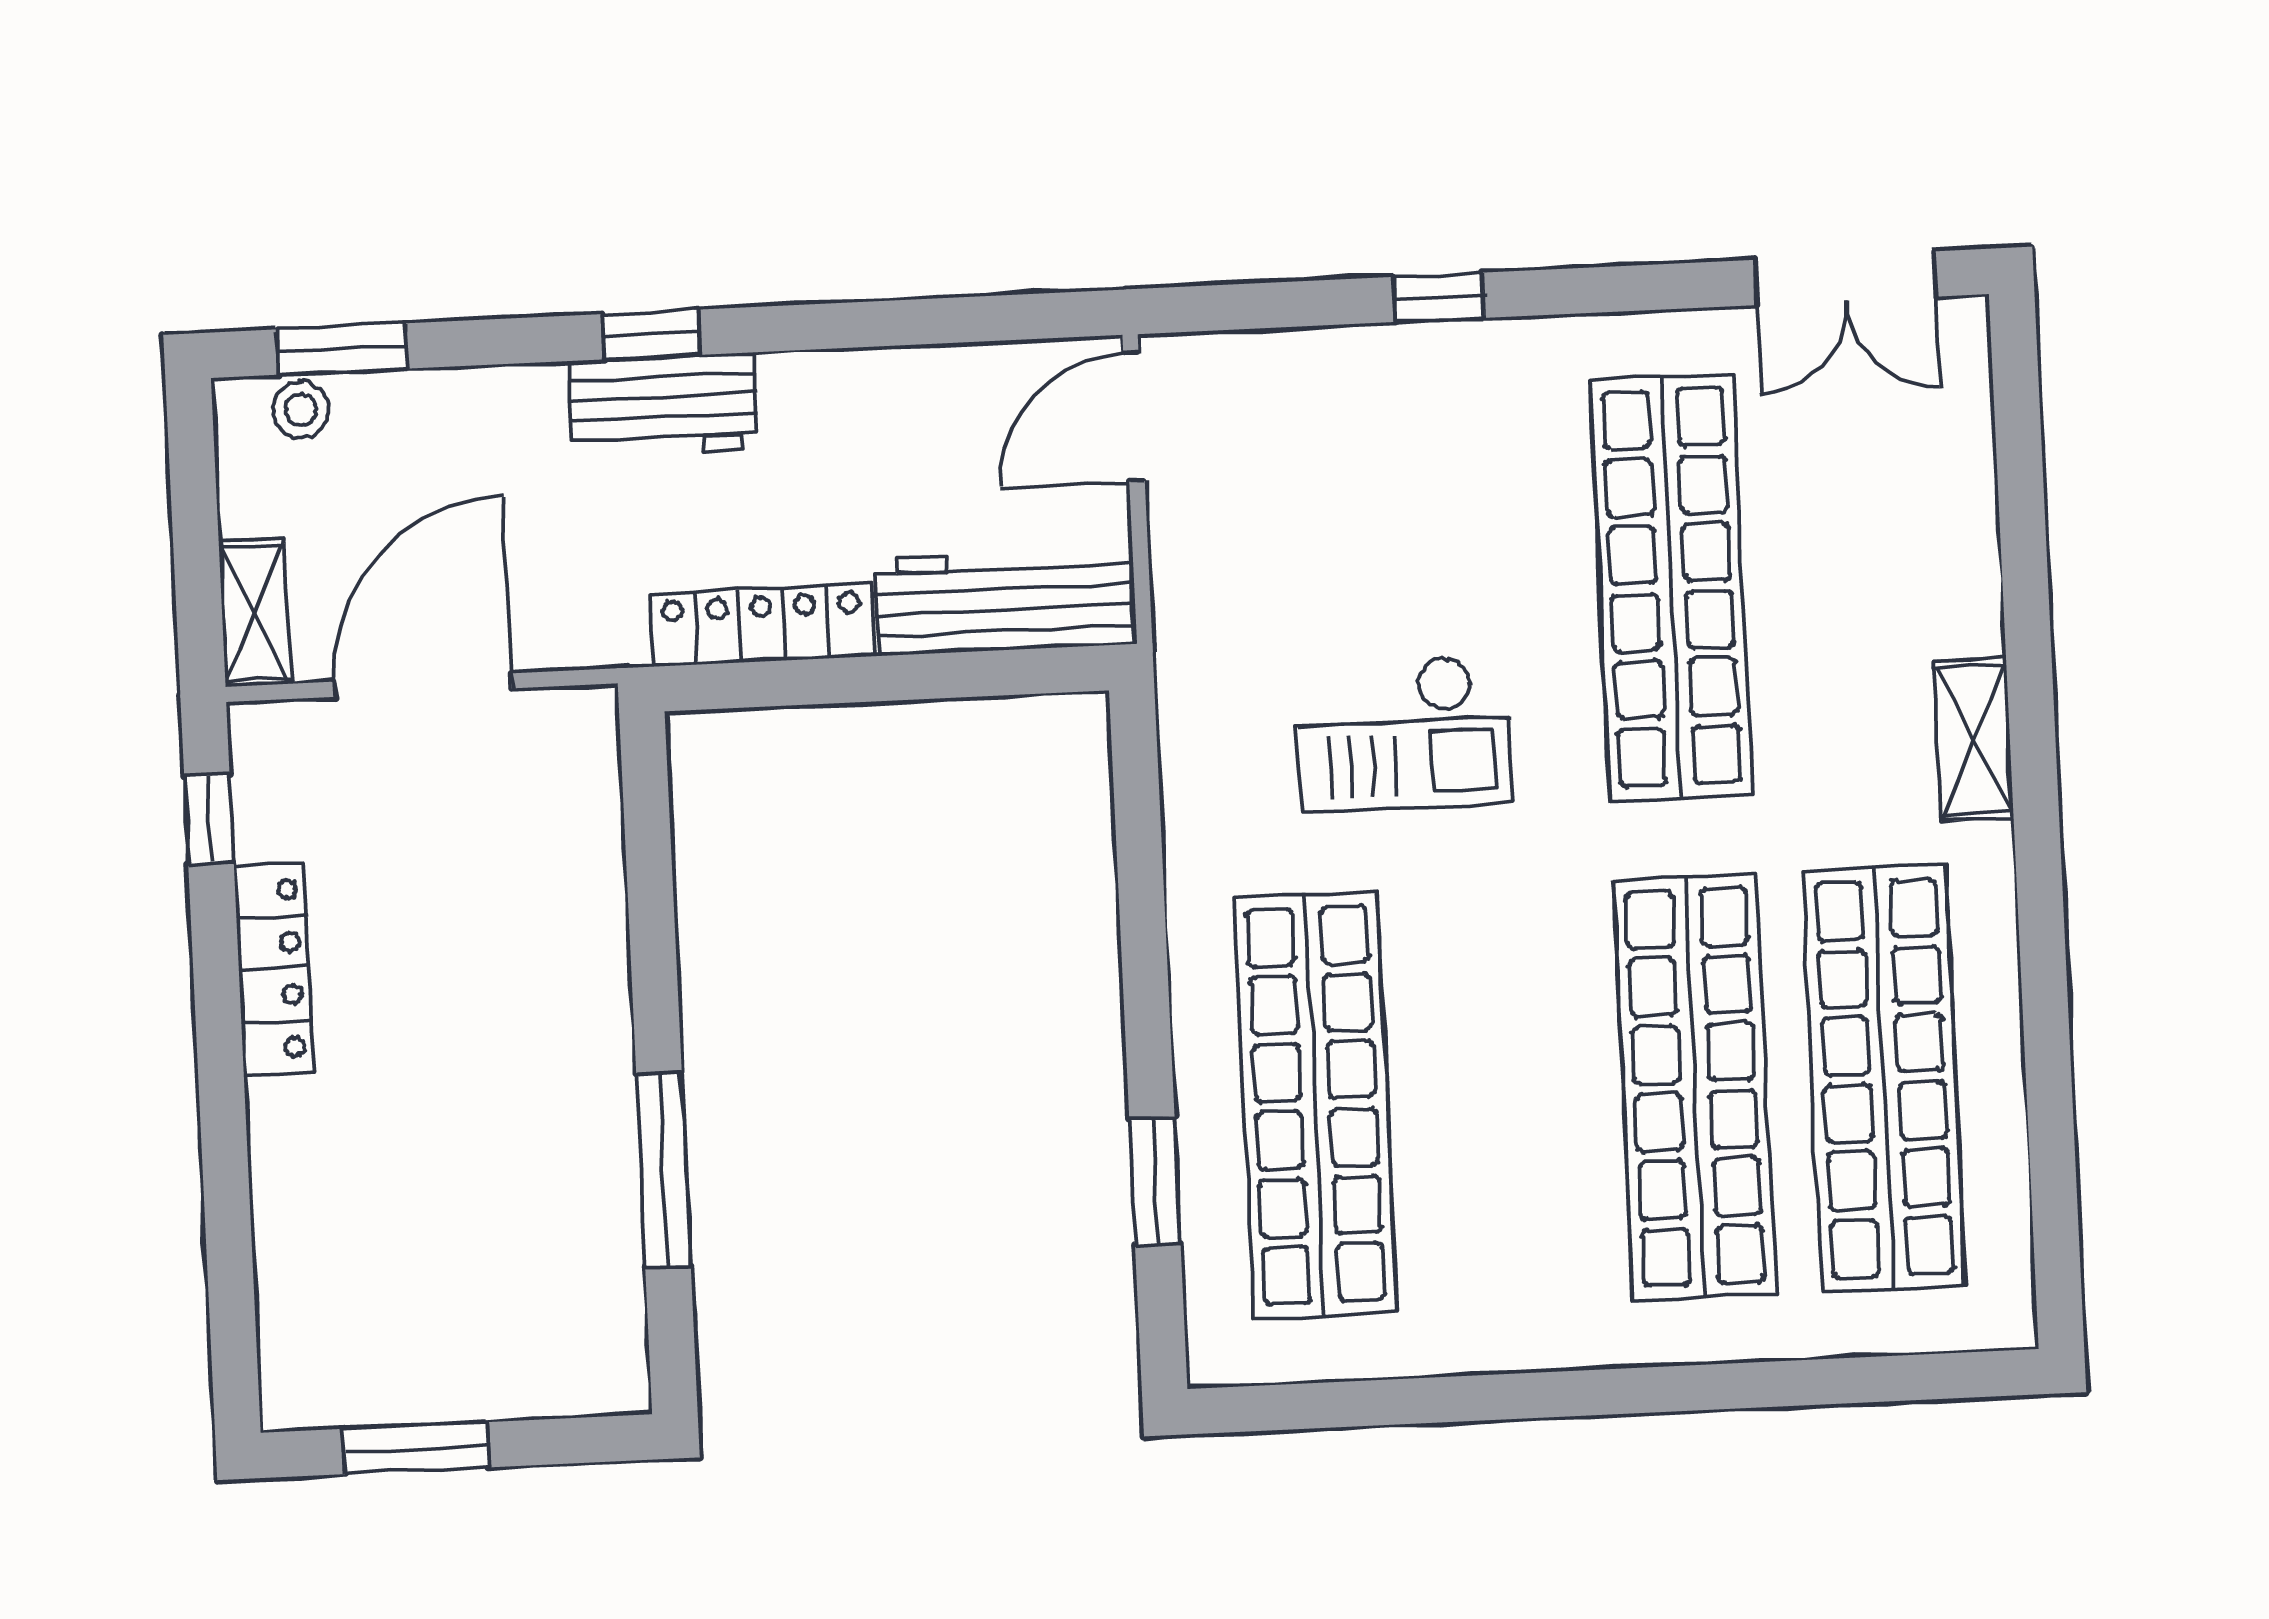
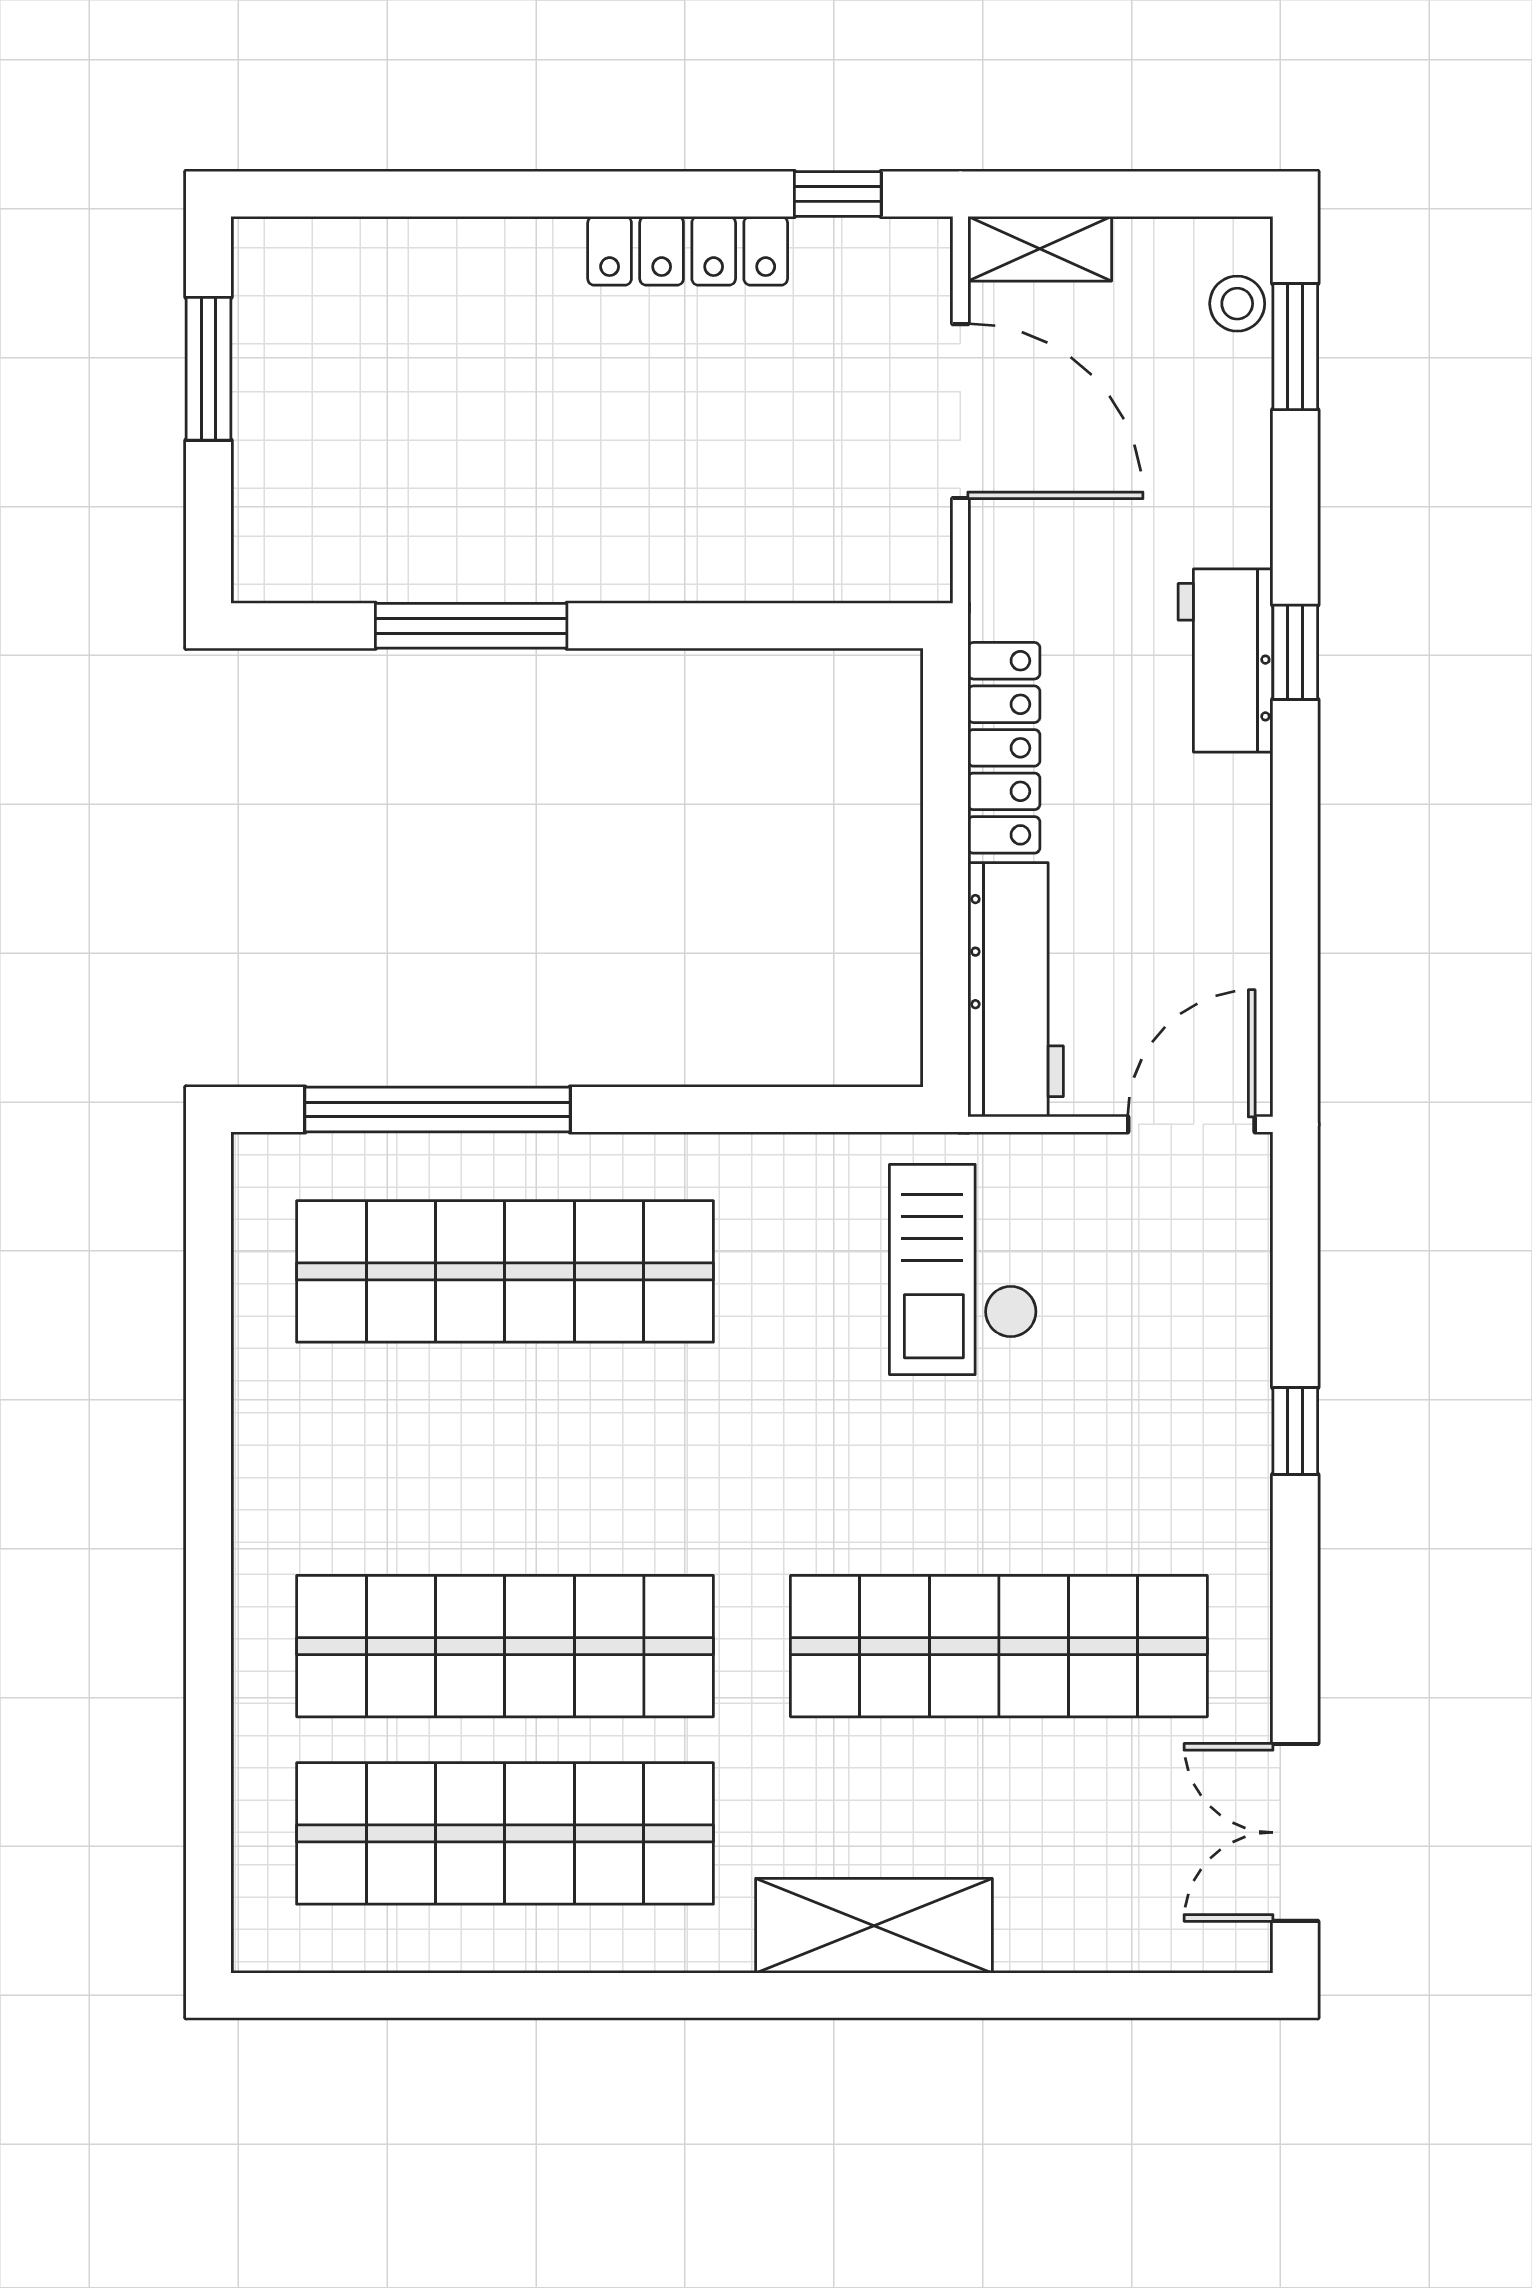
door: (1134, 417) -> (1191, 1124), hinge flipped
checkout: (1404, 733) -> (963, 1269), moved
shelving: (1974, 740) -> (874, 1926), width x1.50, depth x1.33
window: (1155, 1181) -> (437, 1110), width x2.11

